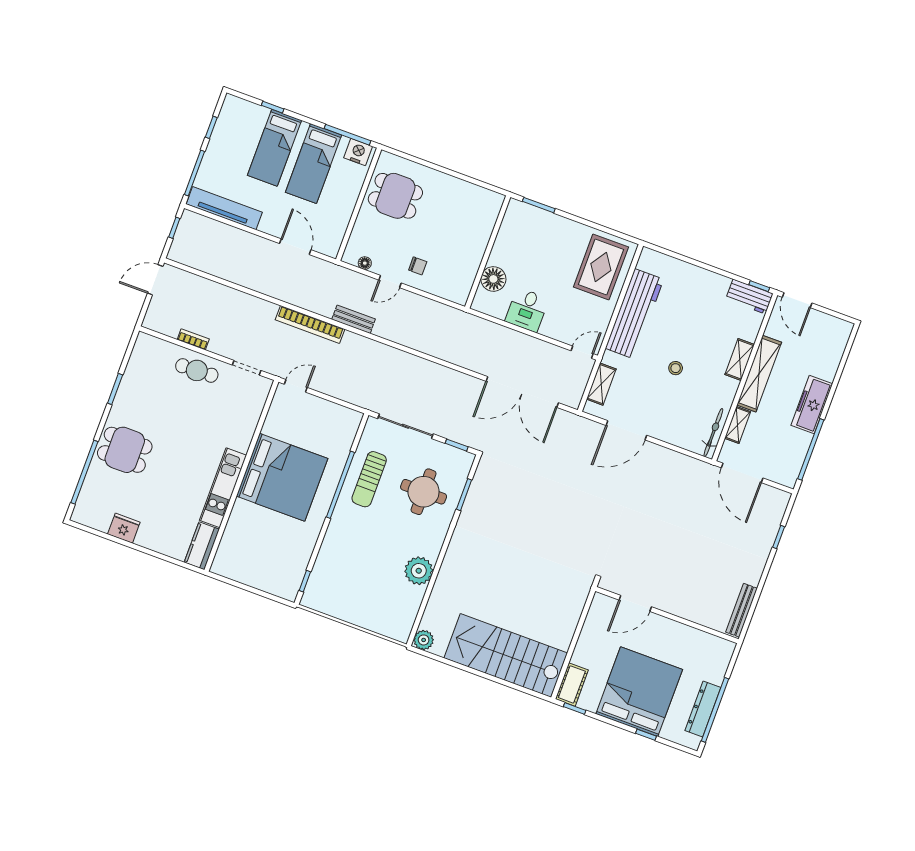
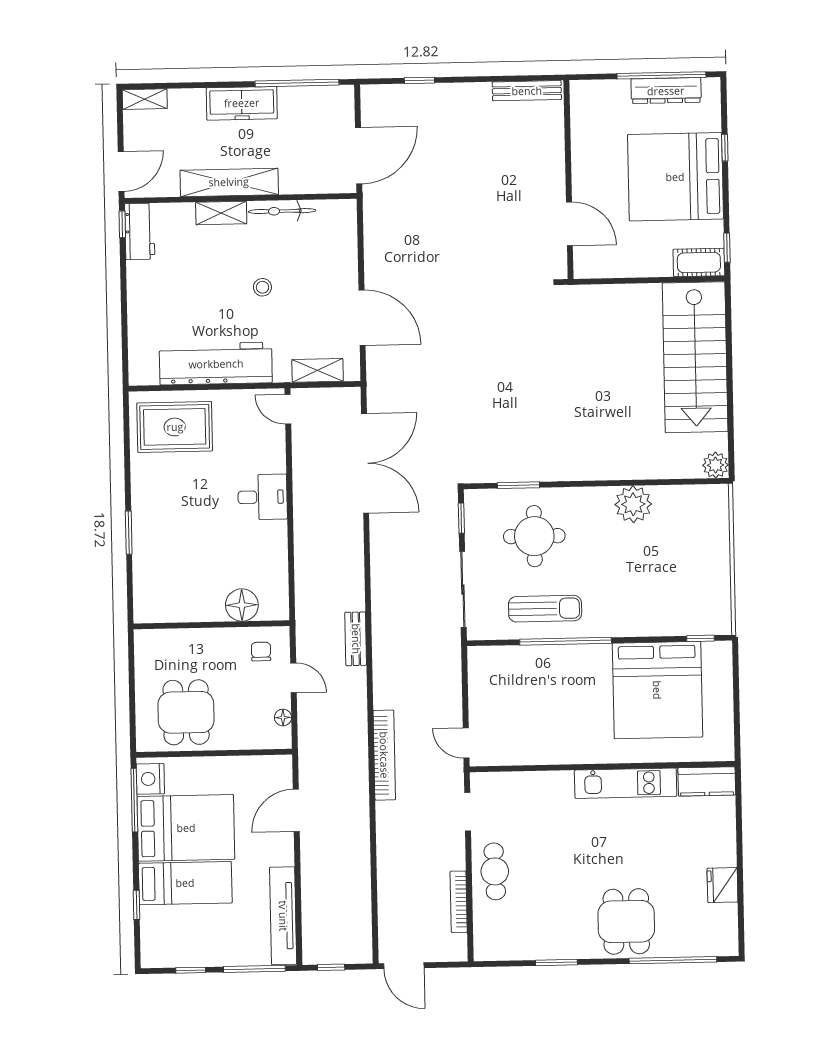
bed: (314, 164) -> (186, 828), width x1.50
wall: (488, 252) -> (211, 625), moved
floor lamp: (493, 279) -> (242, 605), moved
bench: (354, 319) -> (356, 639), moved
bookcase: (193, 339) -> (459, 902), width x1.56
shelving: (738, 425) -> (145, 99), moved
bicycle: (713, 433) -> (282, 211), moved
bed: (282, 477) -> (657, 690), moved, turned 180

